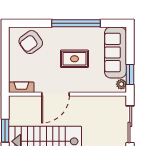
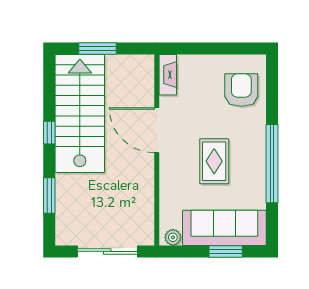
armchair: (31, 42) -> (241, 90), turned 36
window: (130, 74) -> (226, 251), moved

